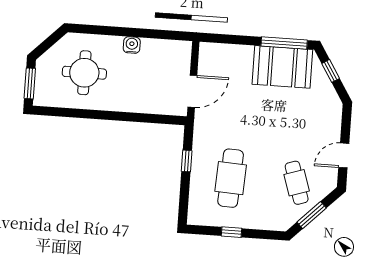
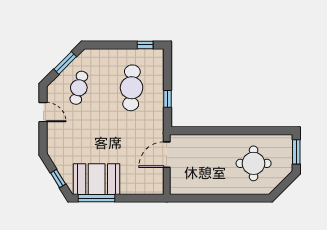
water cooler: (132, 45) -> (217, 188), removed
door: (344, 155) -> (43, 112), hinge flipped
cafe table: (297, 183) -> (79, 88), turned 33
window: (231, 232) -> (145, 45), moved

